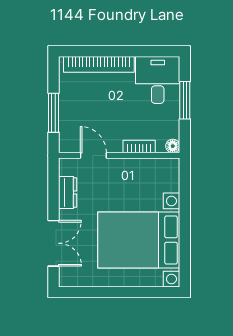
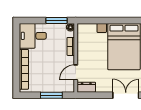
window: (185, 100) -> (56, 20), moved
dresser: (68, 193) -> (86, 87), moved

